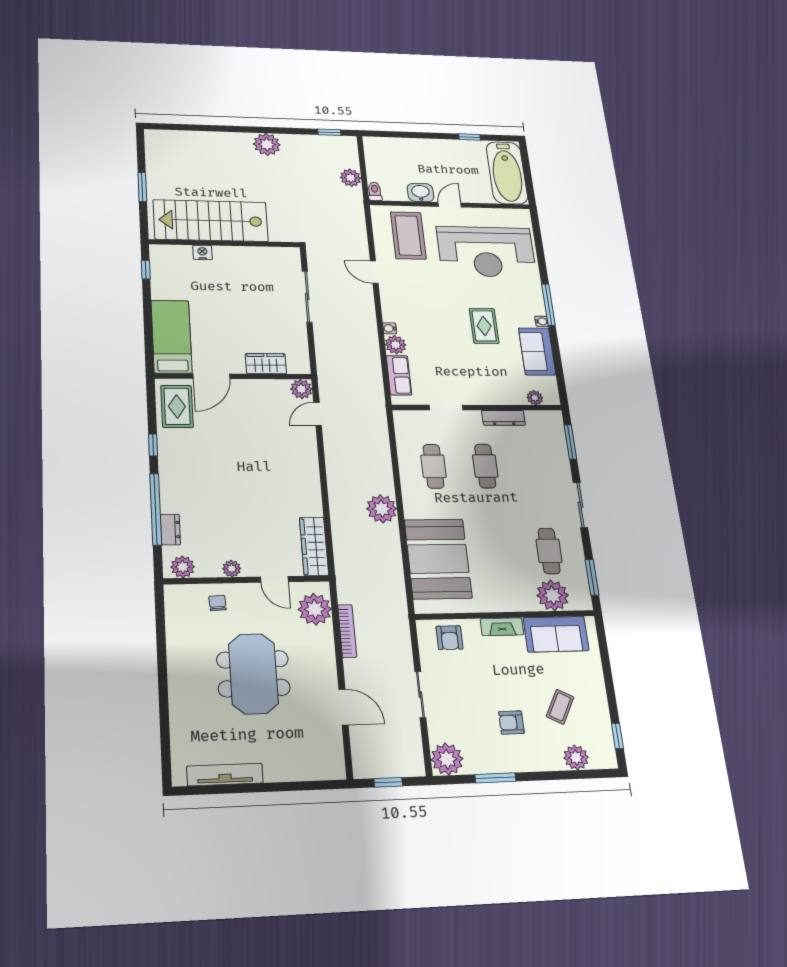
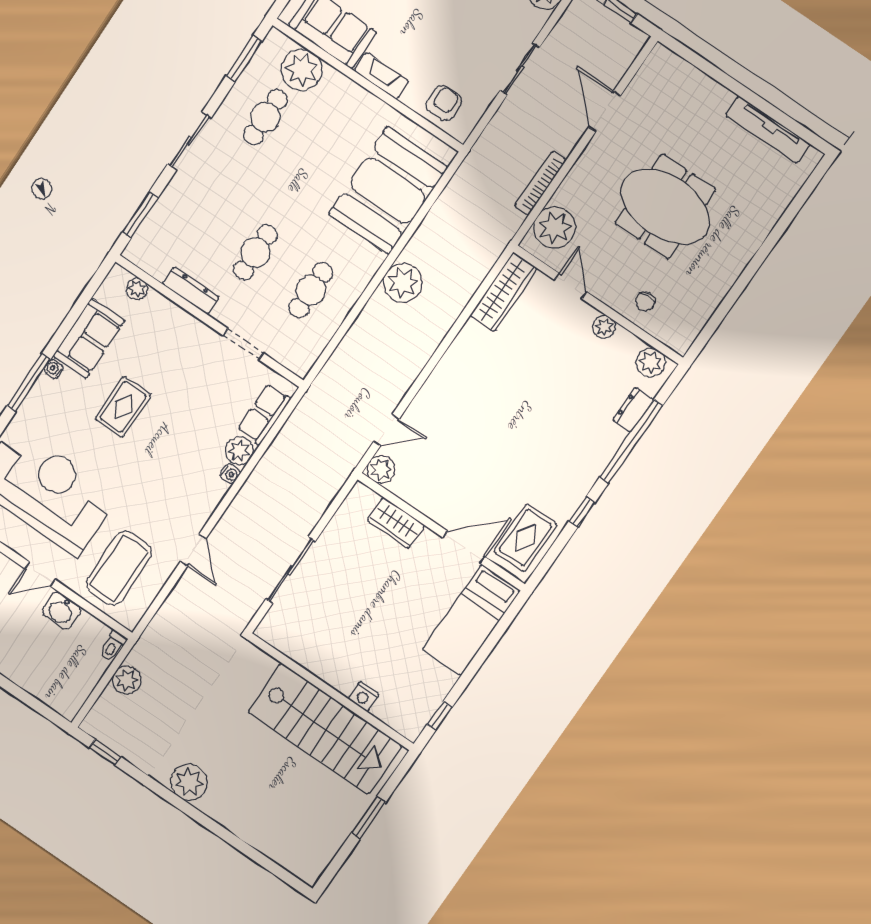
meeting table: (253, 674) -> (665, 207), turned 90

